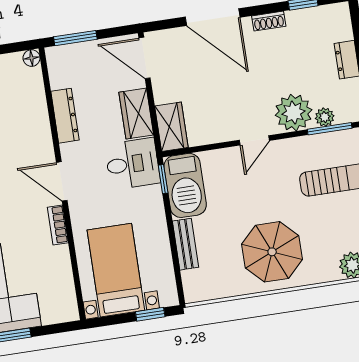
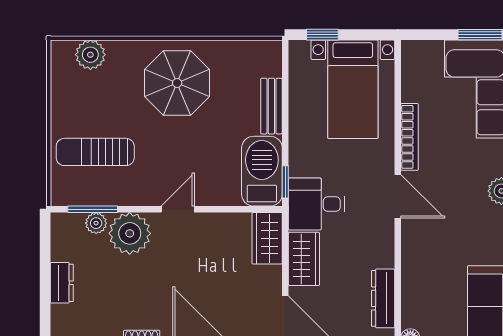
dresser: (65, 116) -> (383, 298), moved
bookcase: (58, 225) -> (409, 137), width x1.56

